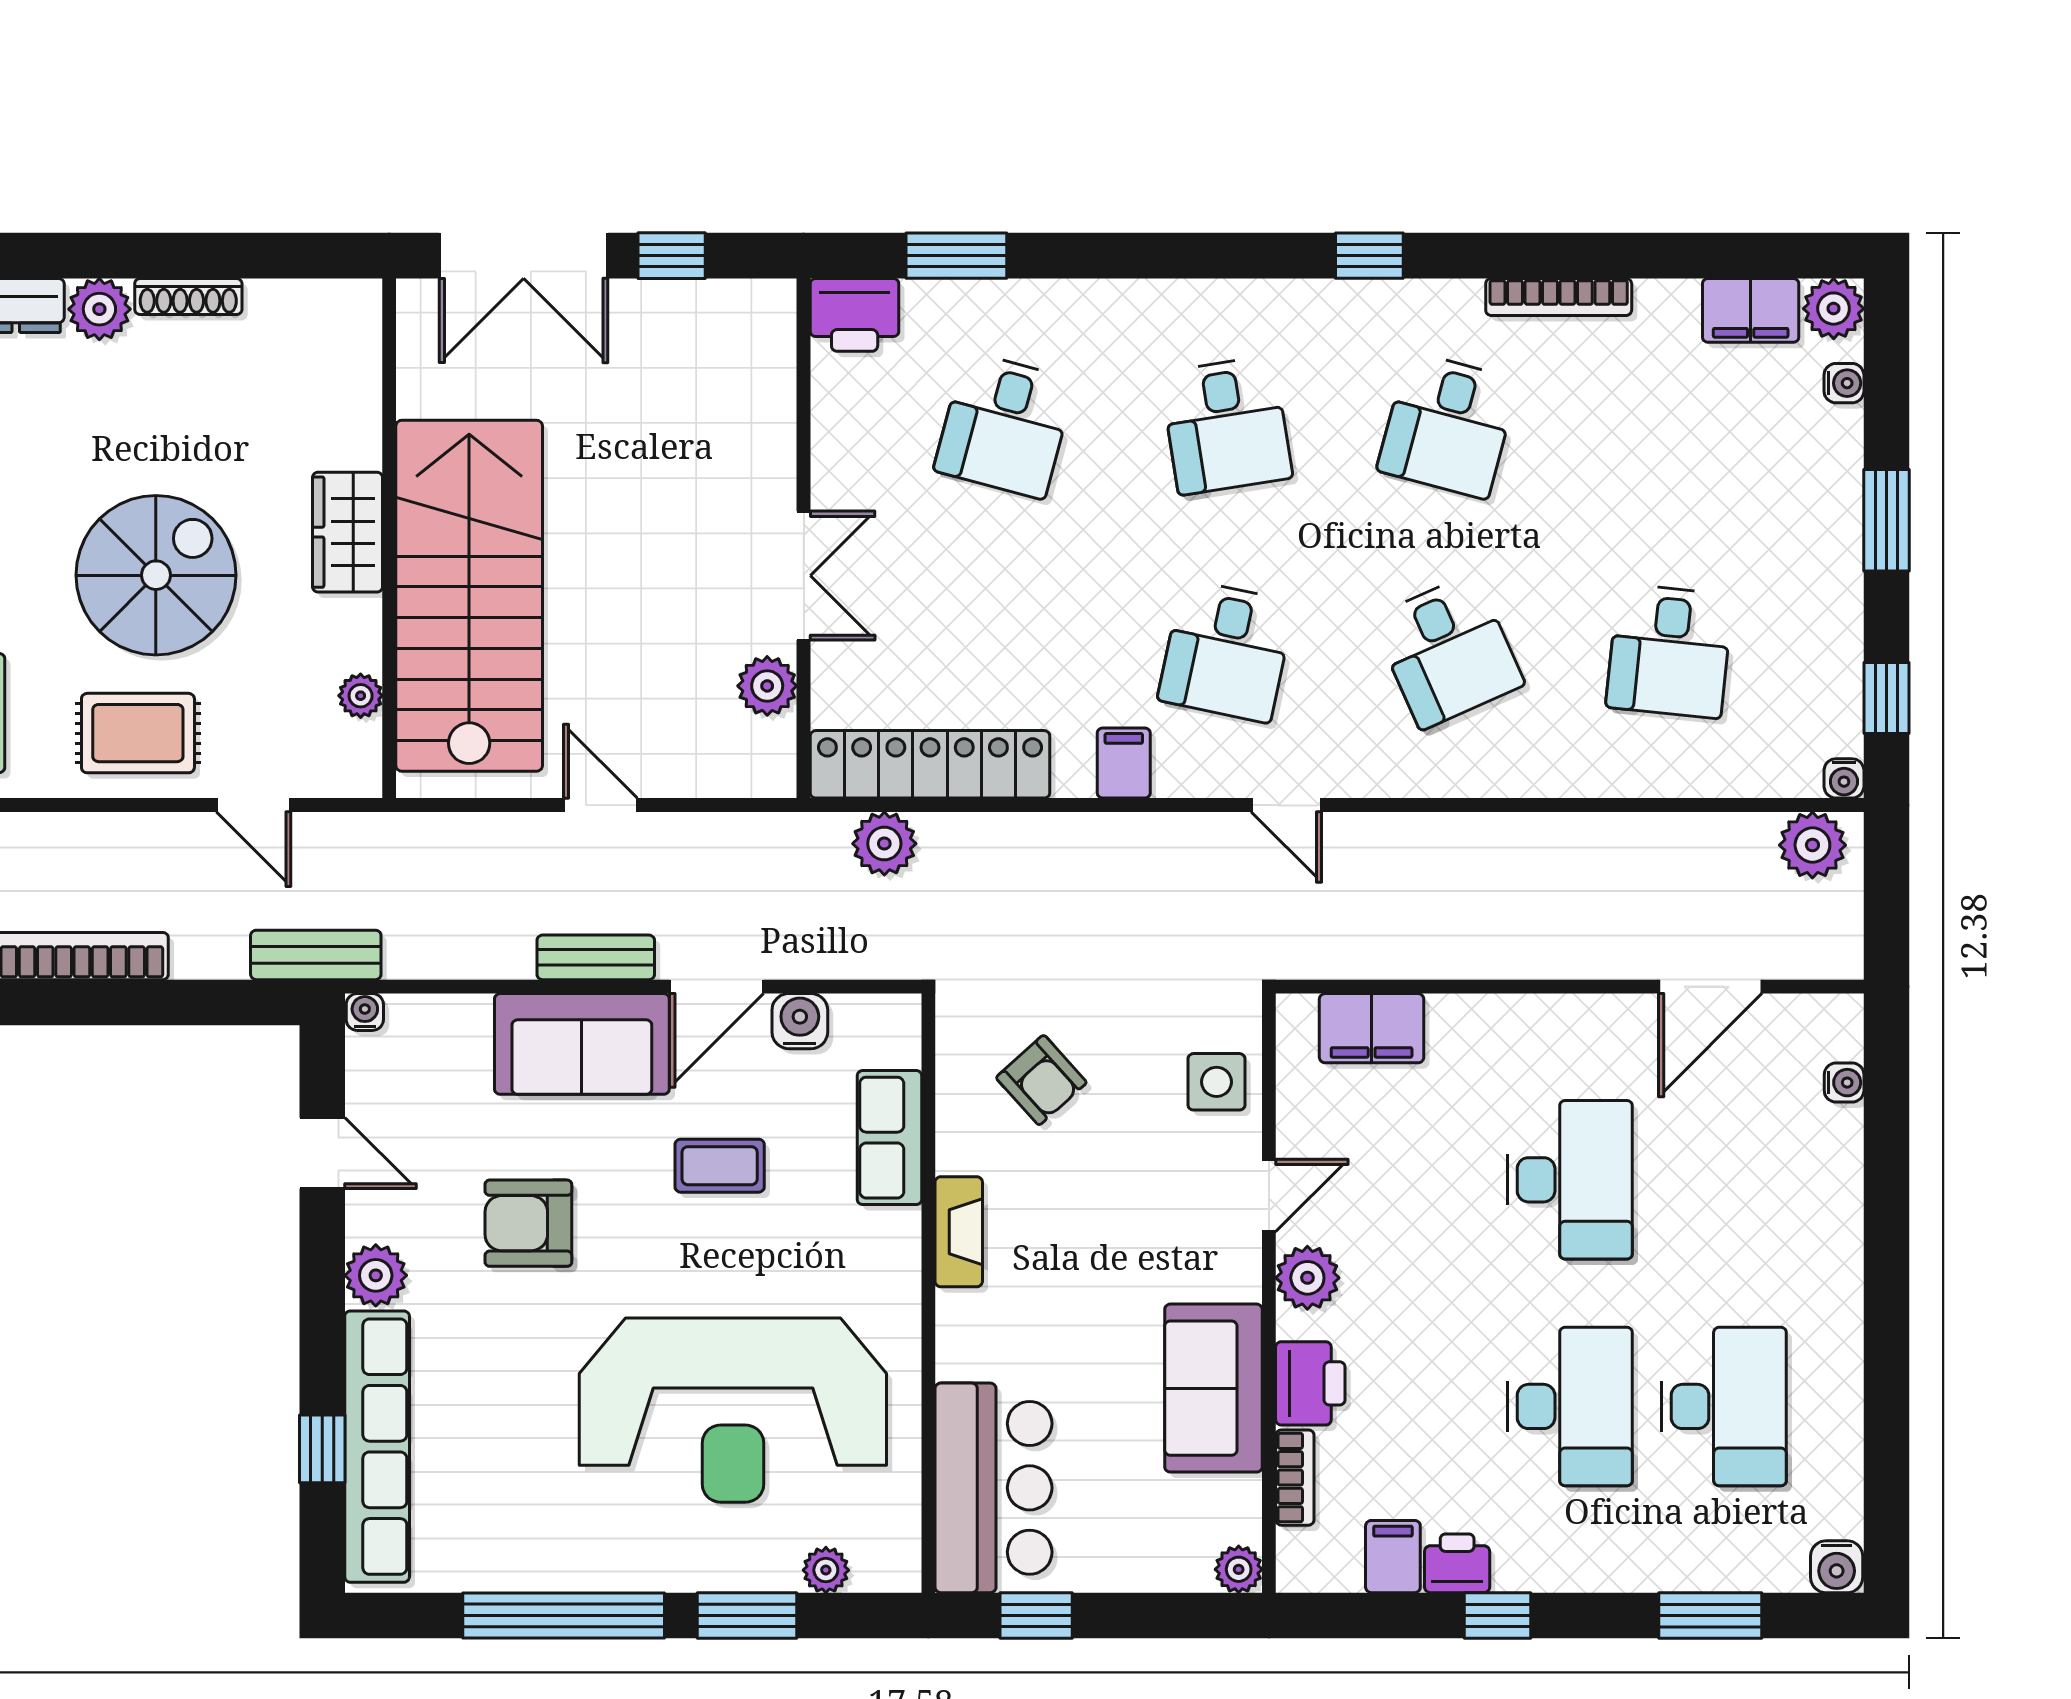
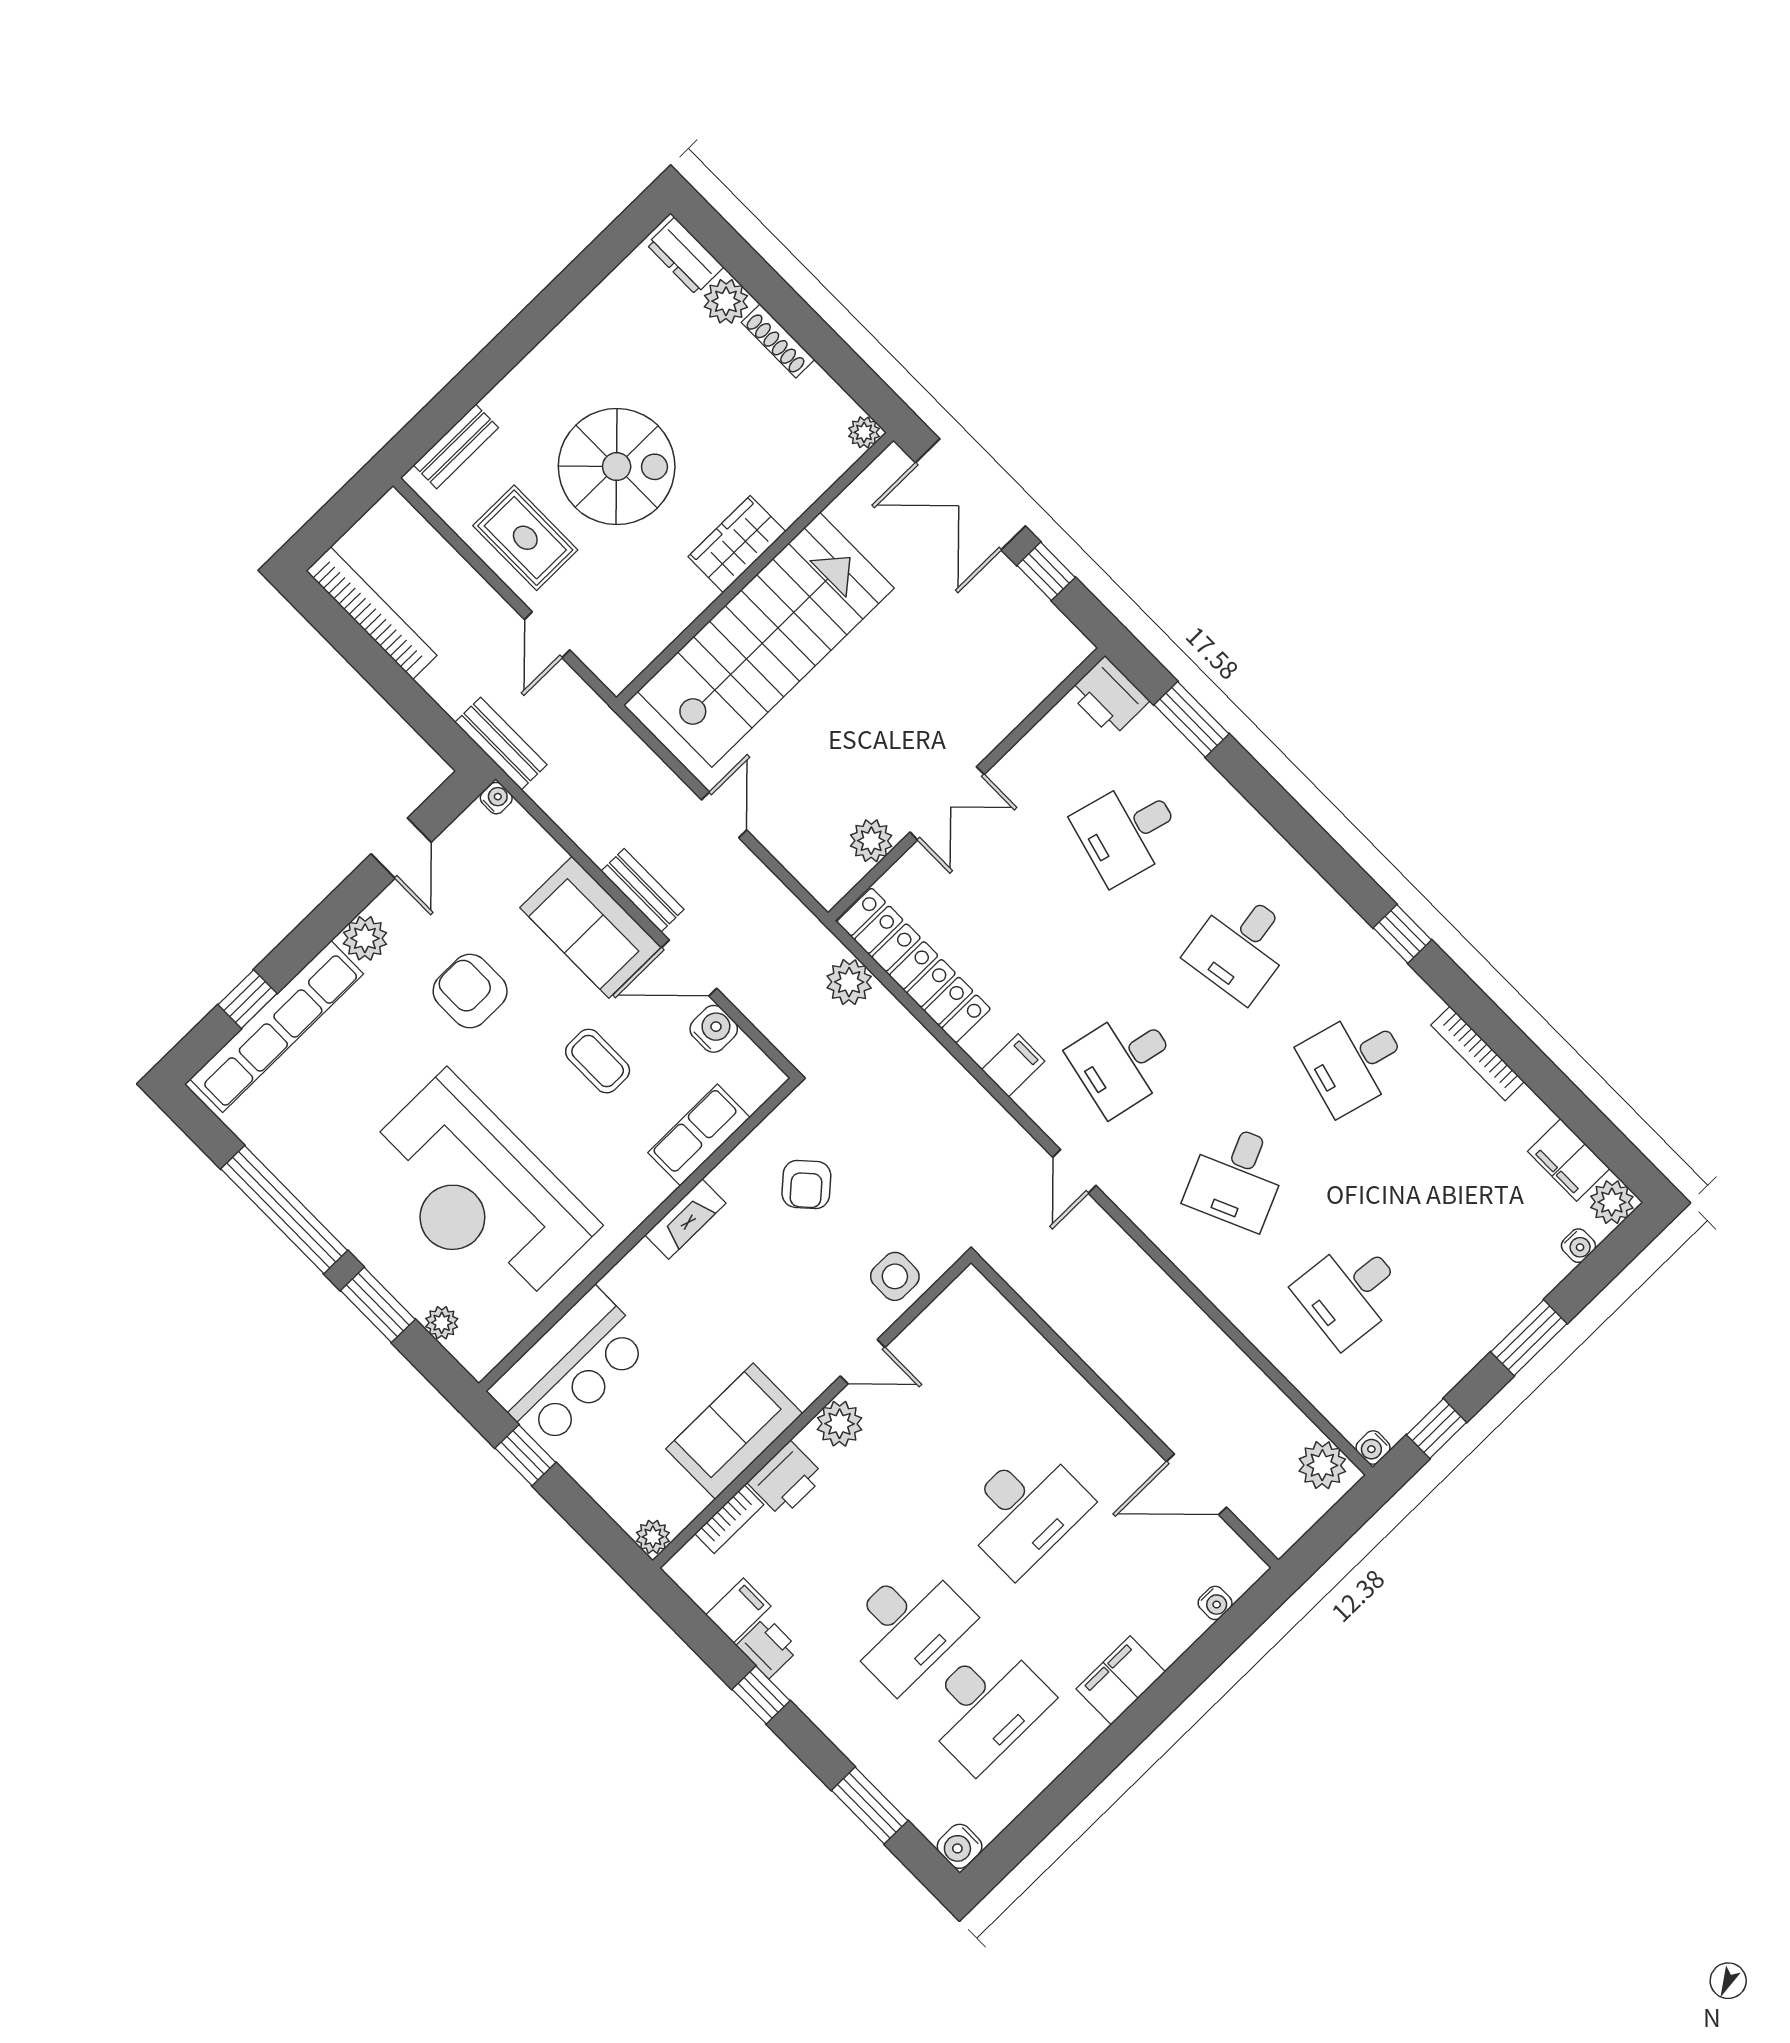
plant: (361, 696) -> (864, 432), moved
filing cabinet: (1372, 1028) -> (1121, 1680), moved, turned 90

